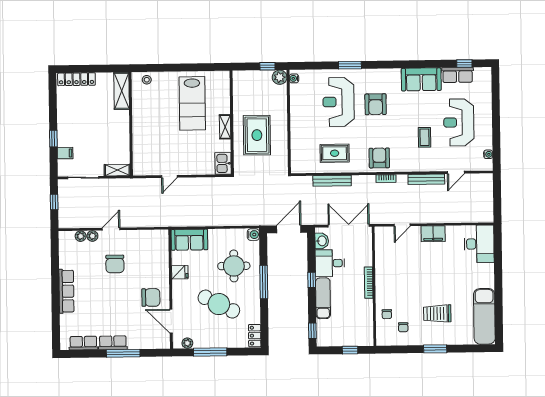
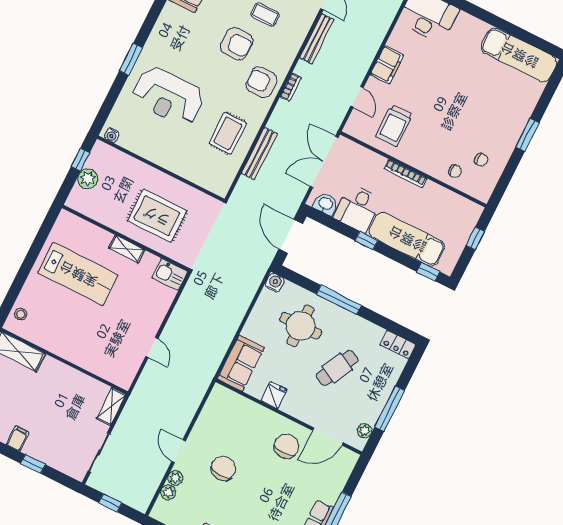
plant: (280, 77) -> (88, 179), moved
armchair: (376, 104) -> (237, 44), moved
filing cabinet: (65, 153) -> (18, 439), moved
chair: (115, 264) -> (223, 468), turned -90
exam couch: (323, 298) -> (407, 239), width x1.36, depth x1.45
cafe table: (219, 304) -> (337, 368), width x0.73, depth x0.74
trolley: (437, 313) -> (394, 125), moved

